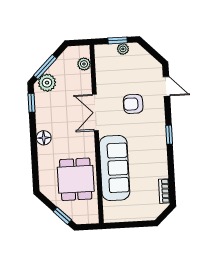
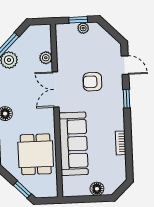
plant: (84, 64) -> (46, 58), moved
window: (169, 135) -> (126, 99), moved
bookcase: (164, 191) -> (121, 143), moved
floor lamp: (139, 214) -> (97, 189), added

